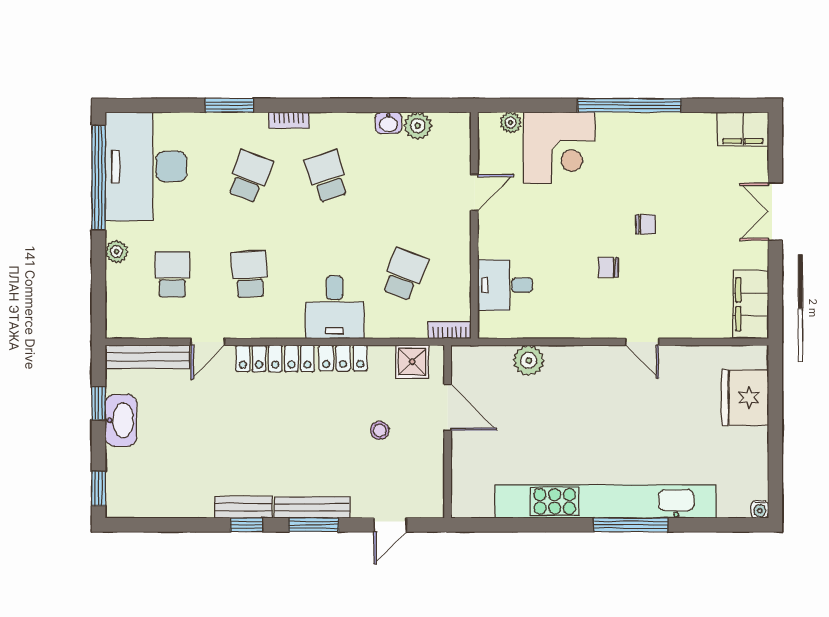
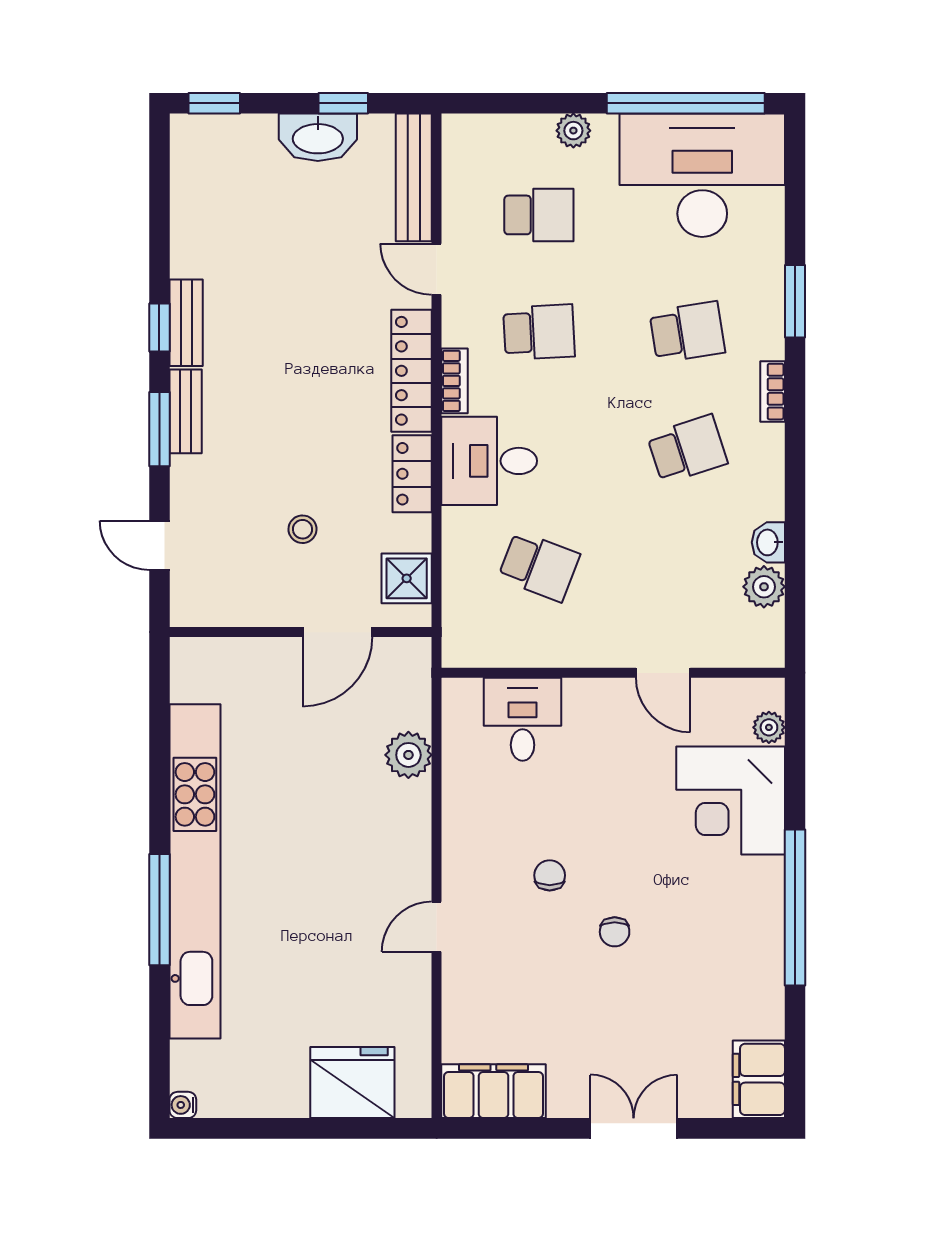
school desk: (250, 176) -> (687, 332), turned -30
bookcase: (450, 330) -> (454, 381), moved
bench: (312, 508) -> (186, 411), width x0.73

